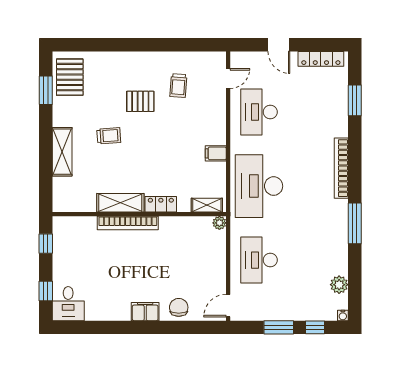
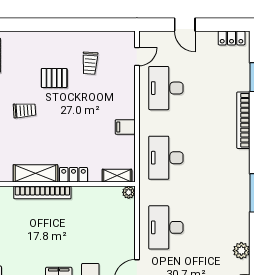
locker: (321, 59) -> (232, 38), width x0.66
bookcase: (341, 168) -> (243, 120), moved
desk: (259, 186) -> (166, 158), width x0.73, depth x0.77

